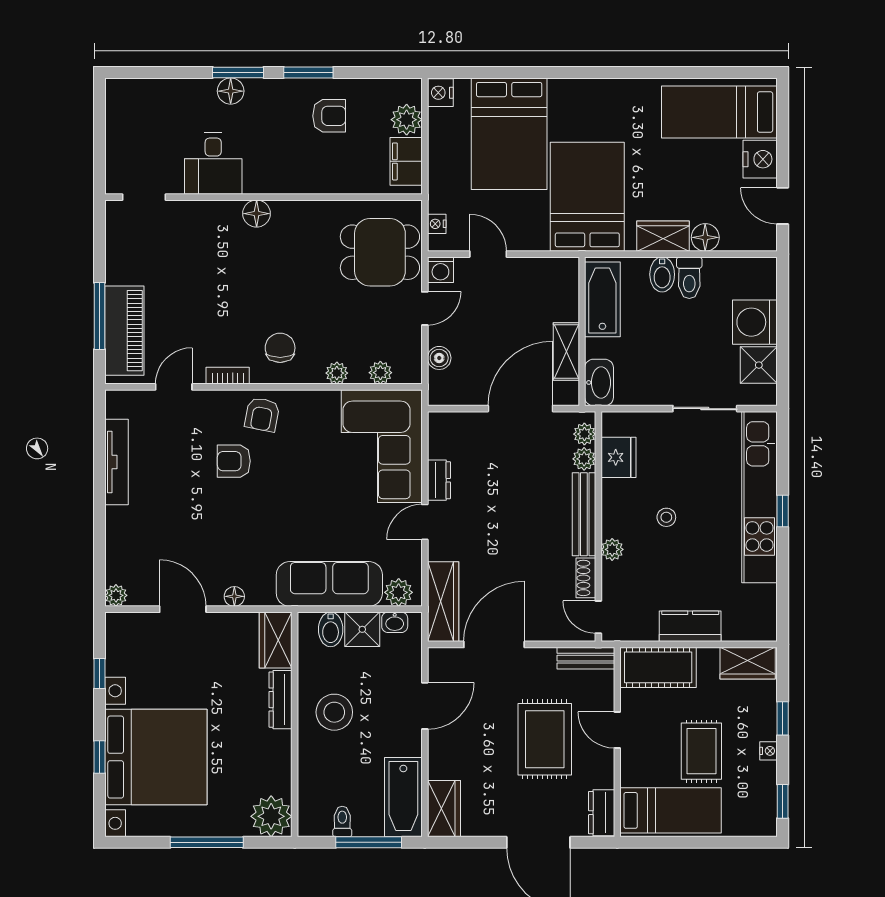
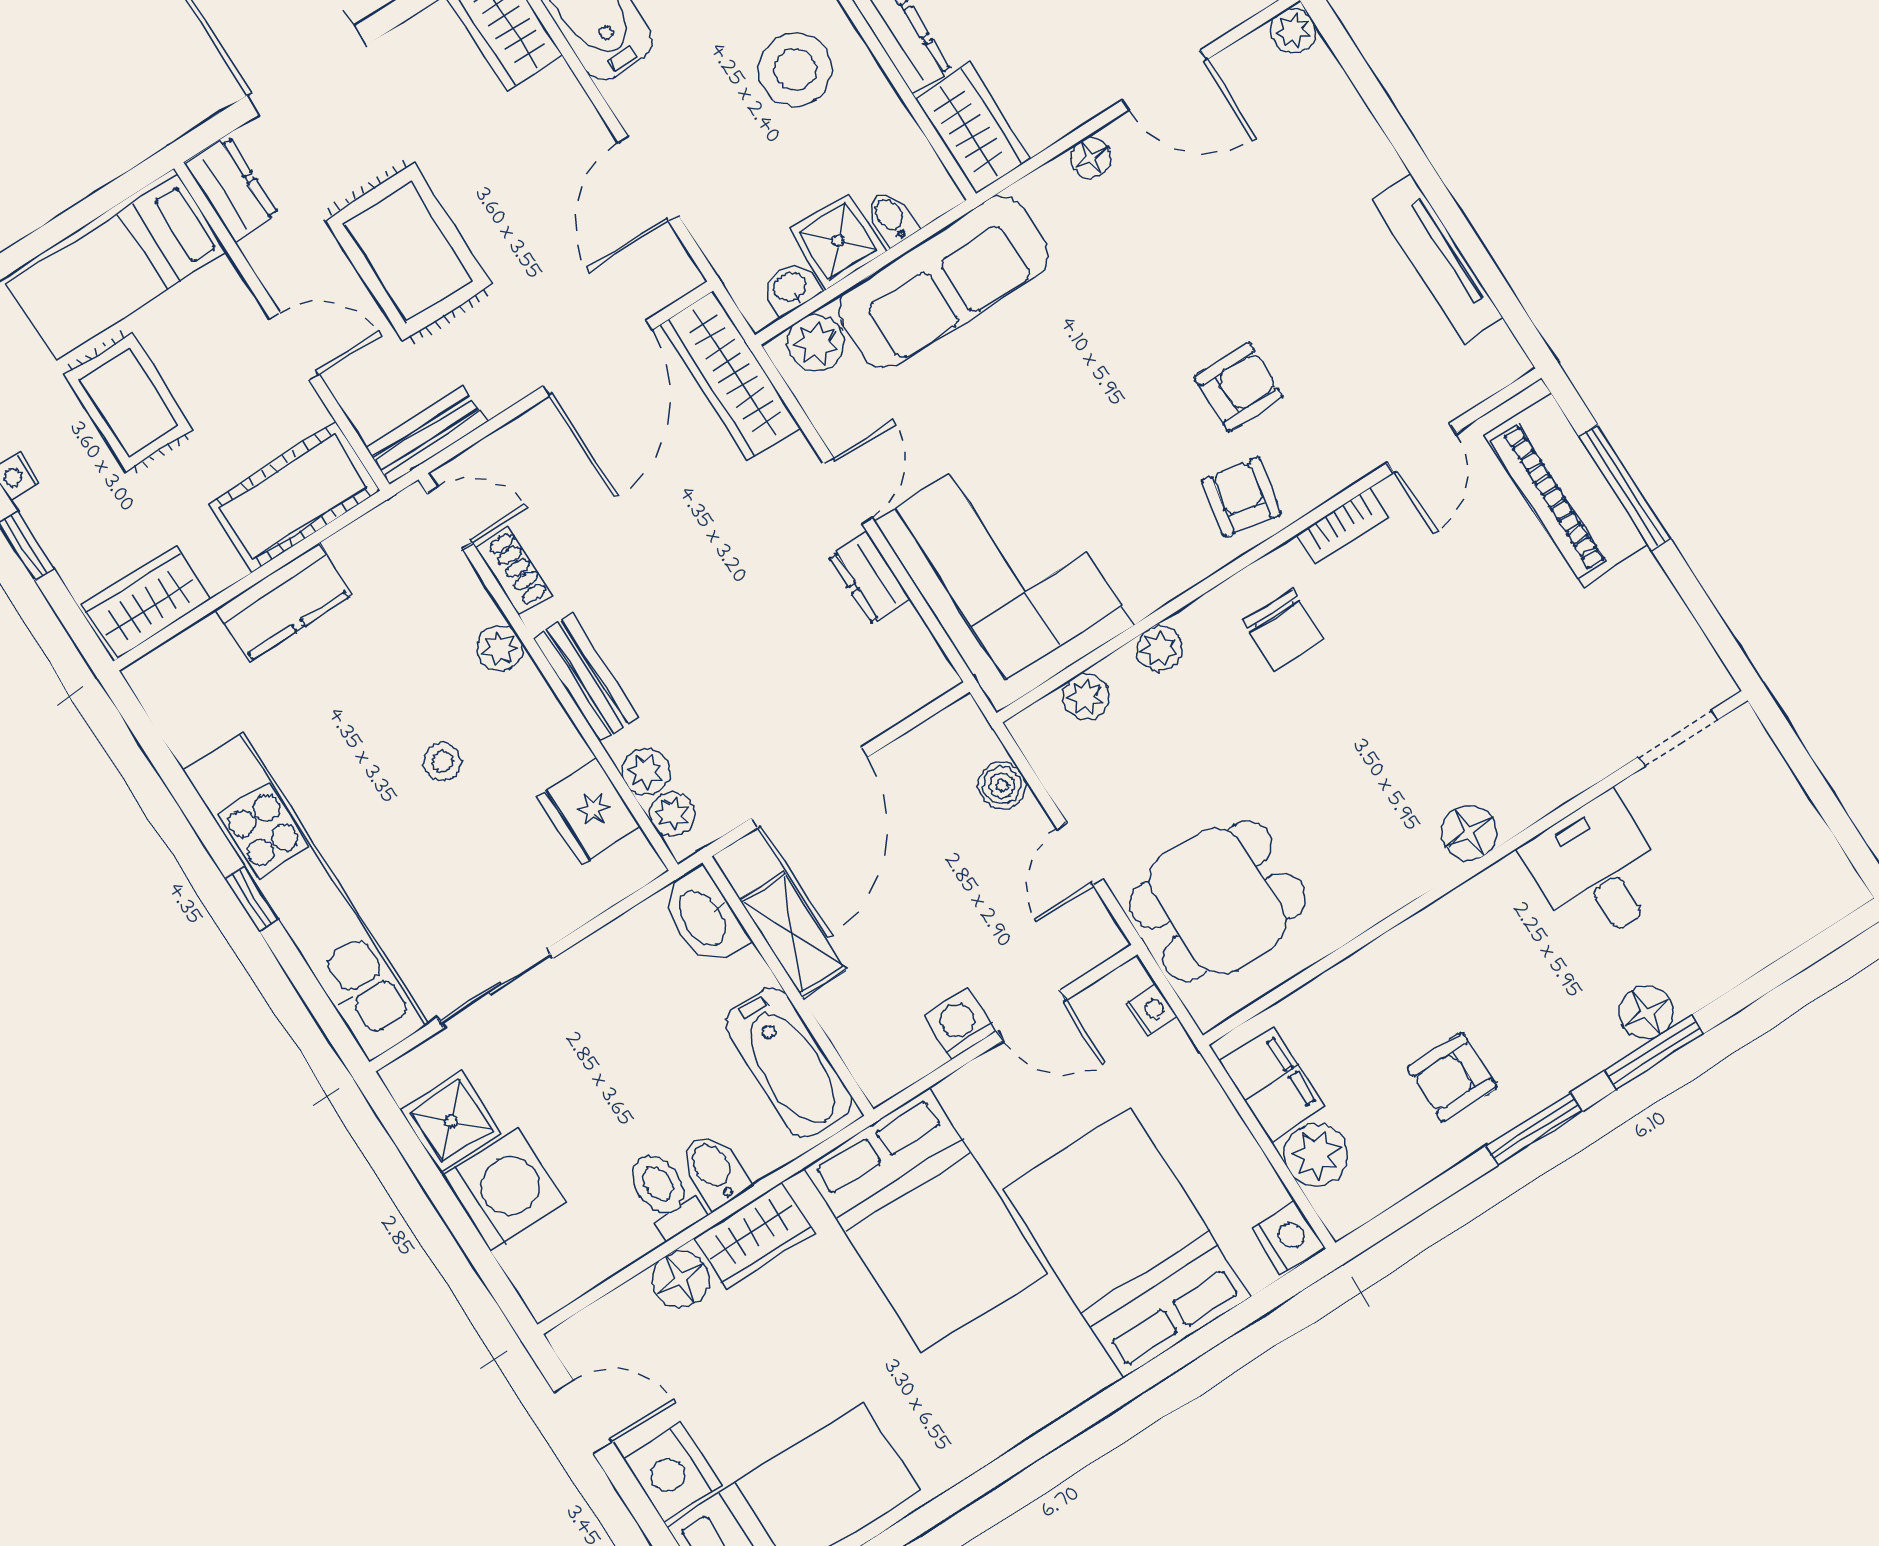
washing machine: (440, 270) -> (960, 1024), moved
bench: (584, 514) -> (586, 677), width x0.73
bidet: (331, 629) -> (891, 218), width x0.72, depth x0.74

